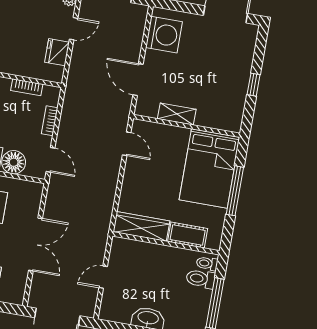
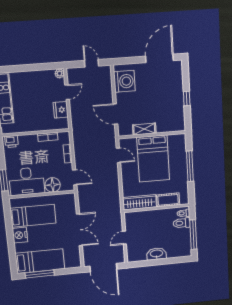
bed: (209, 168) -> (153, 159), moved

